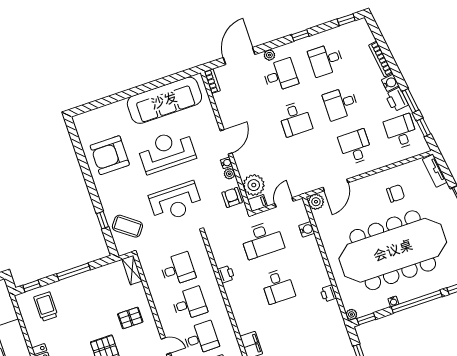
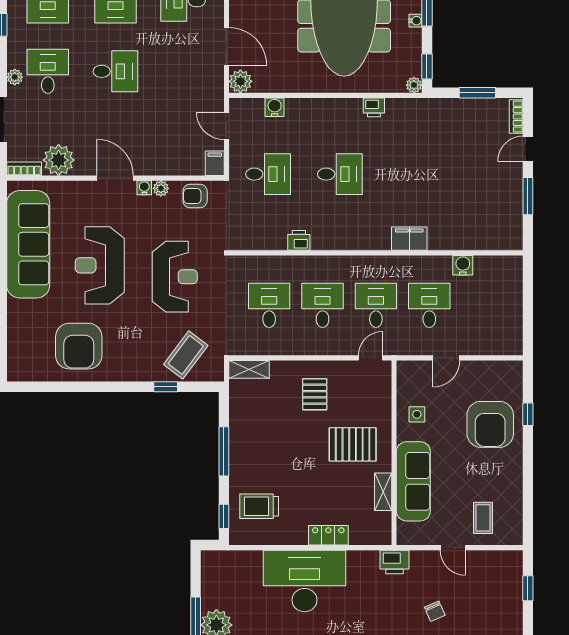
plant: (254, 185) -> (59, 160), moved
desk: (262, 240) -> (268, 174), width x0.73

